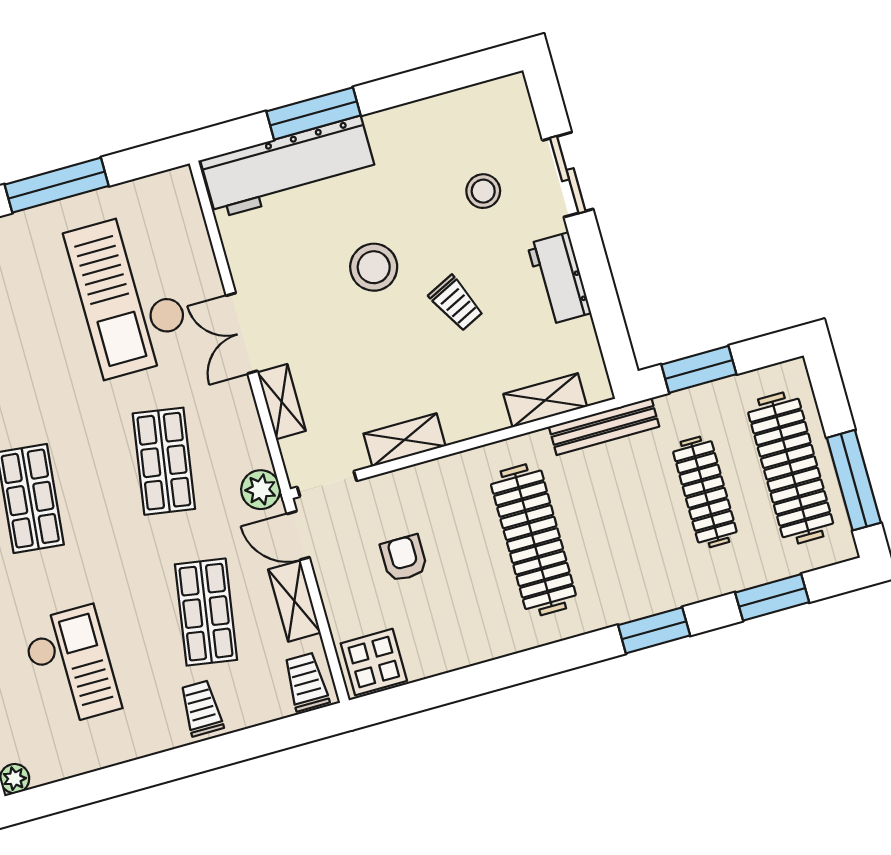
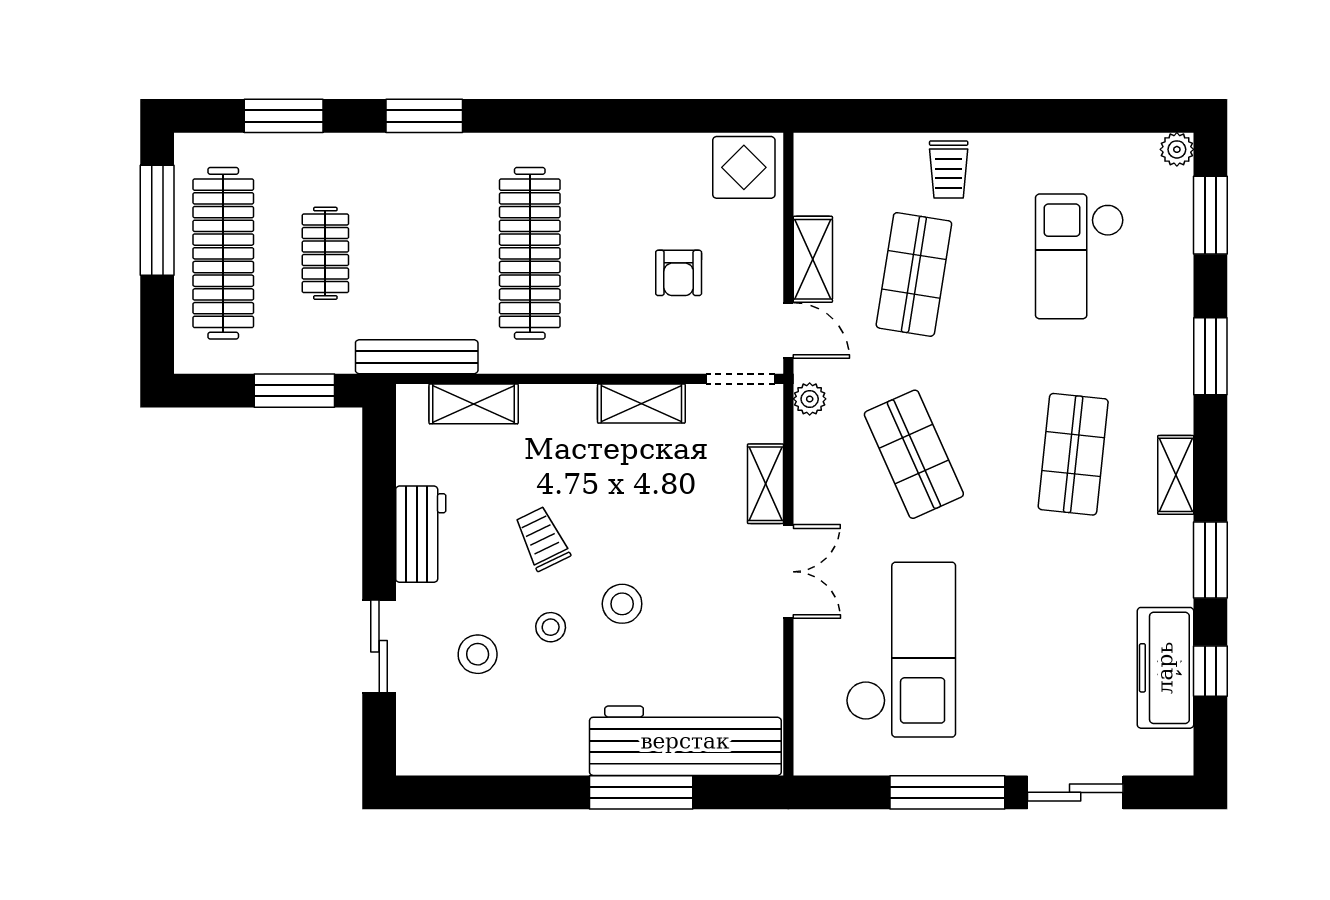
stool: (428, 231) -> (551, 627), added
stool: (374, 267) -> (622, 604), width x0.73, depth x0.73
shop shelf: (164, 461) -> (914, 454), turned -33
plant: (261, 490) -> (810, 399), width x0.73, depth x0.73
clothes rail: (705, 492) -> (325, 253), width x0.73
trolley: (306, 682) -> (825, 166), removed

